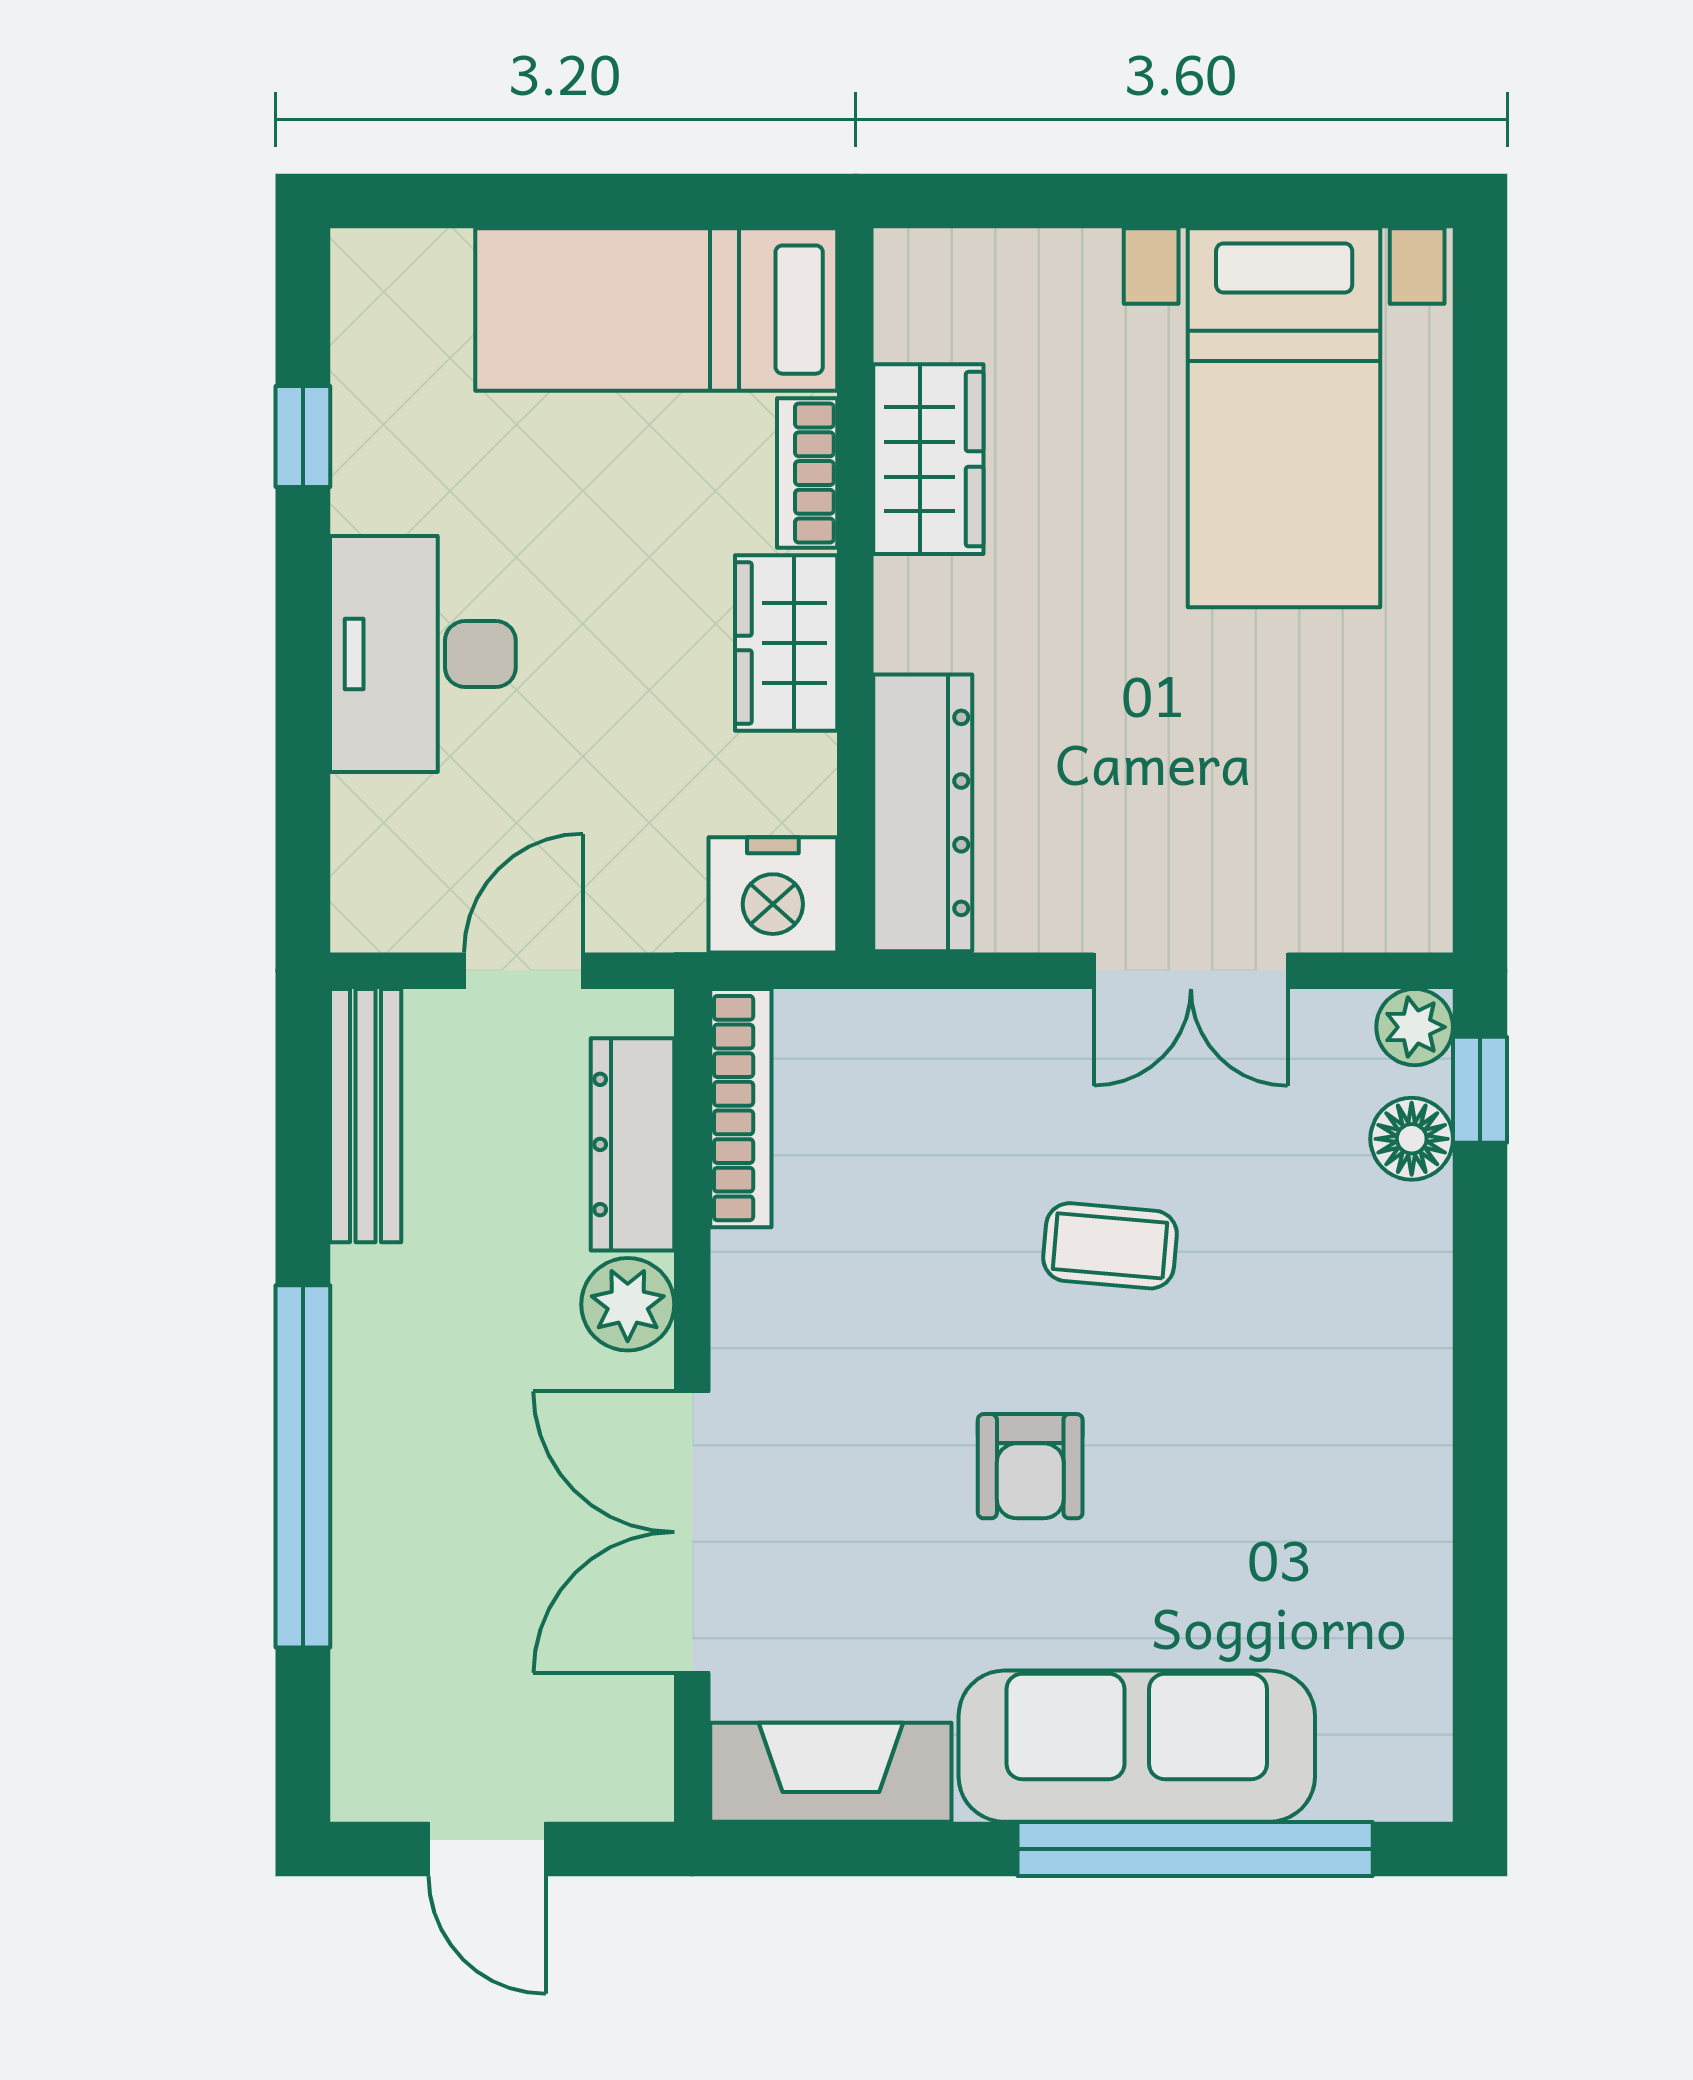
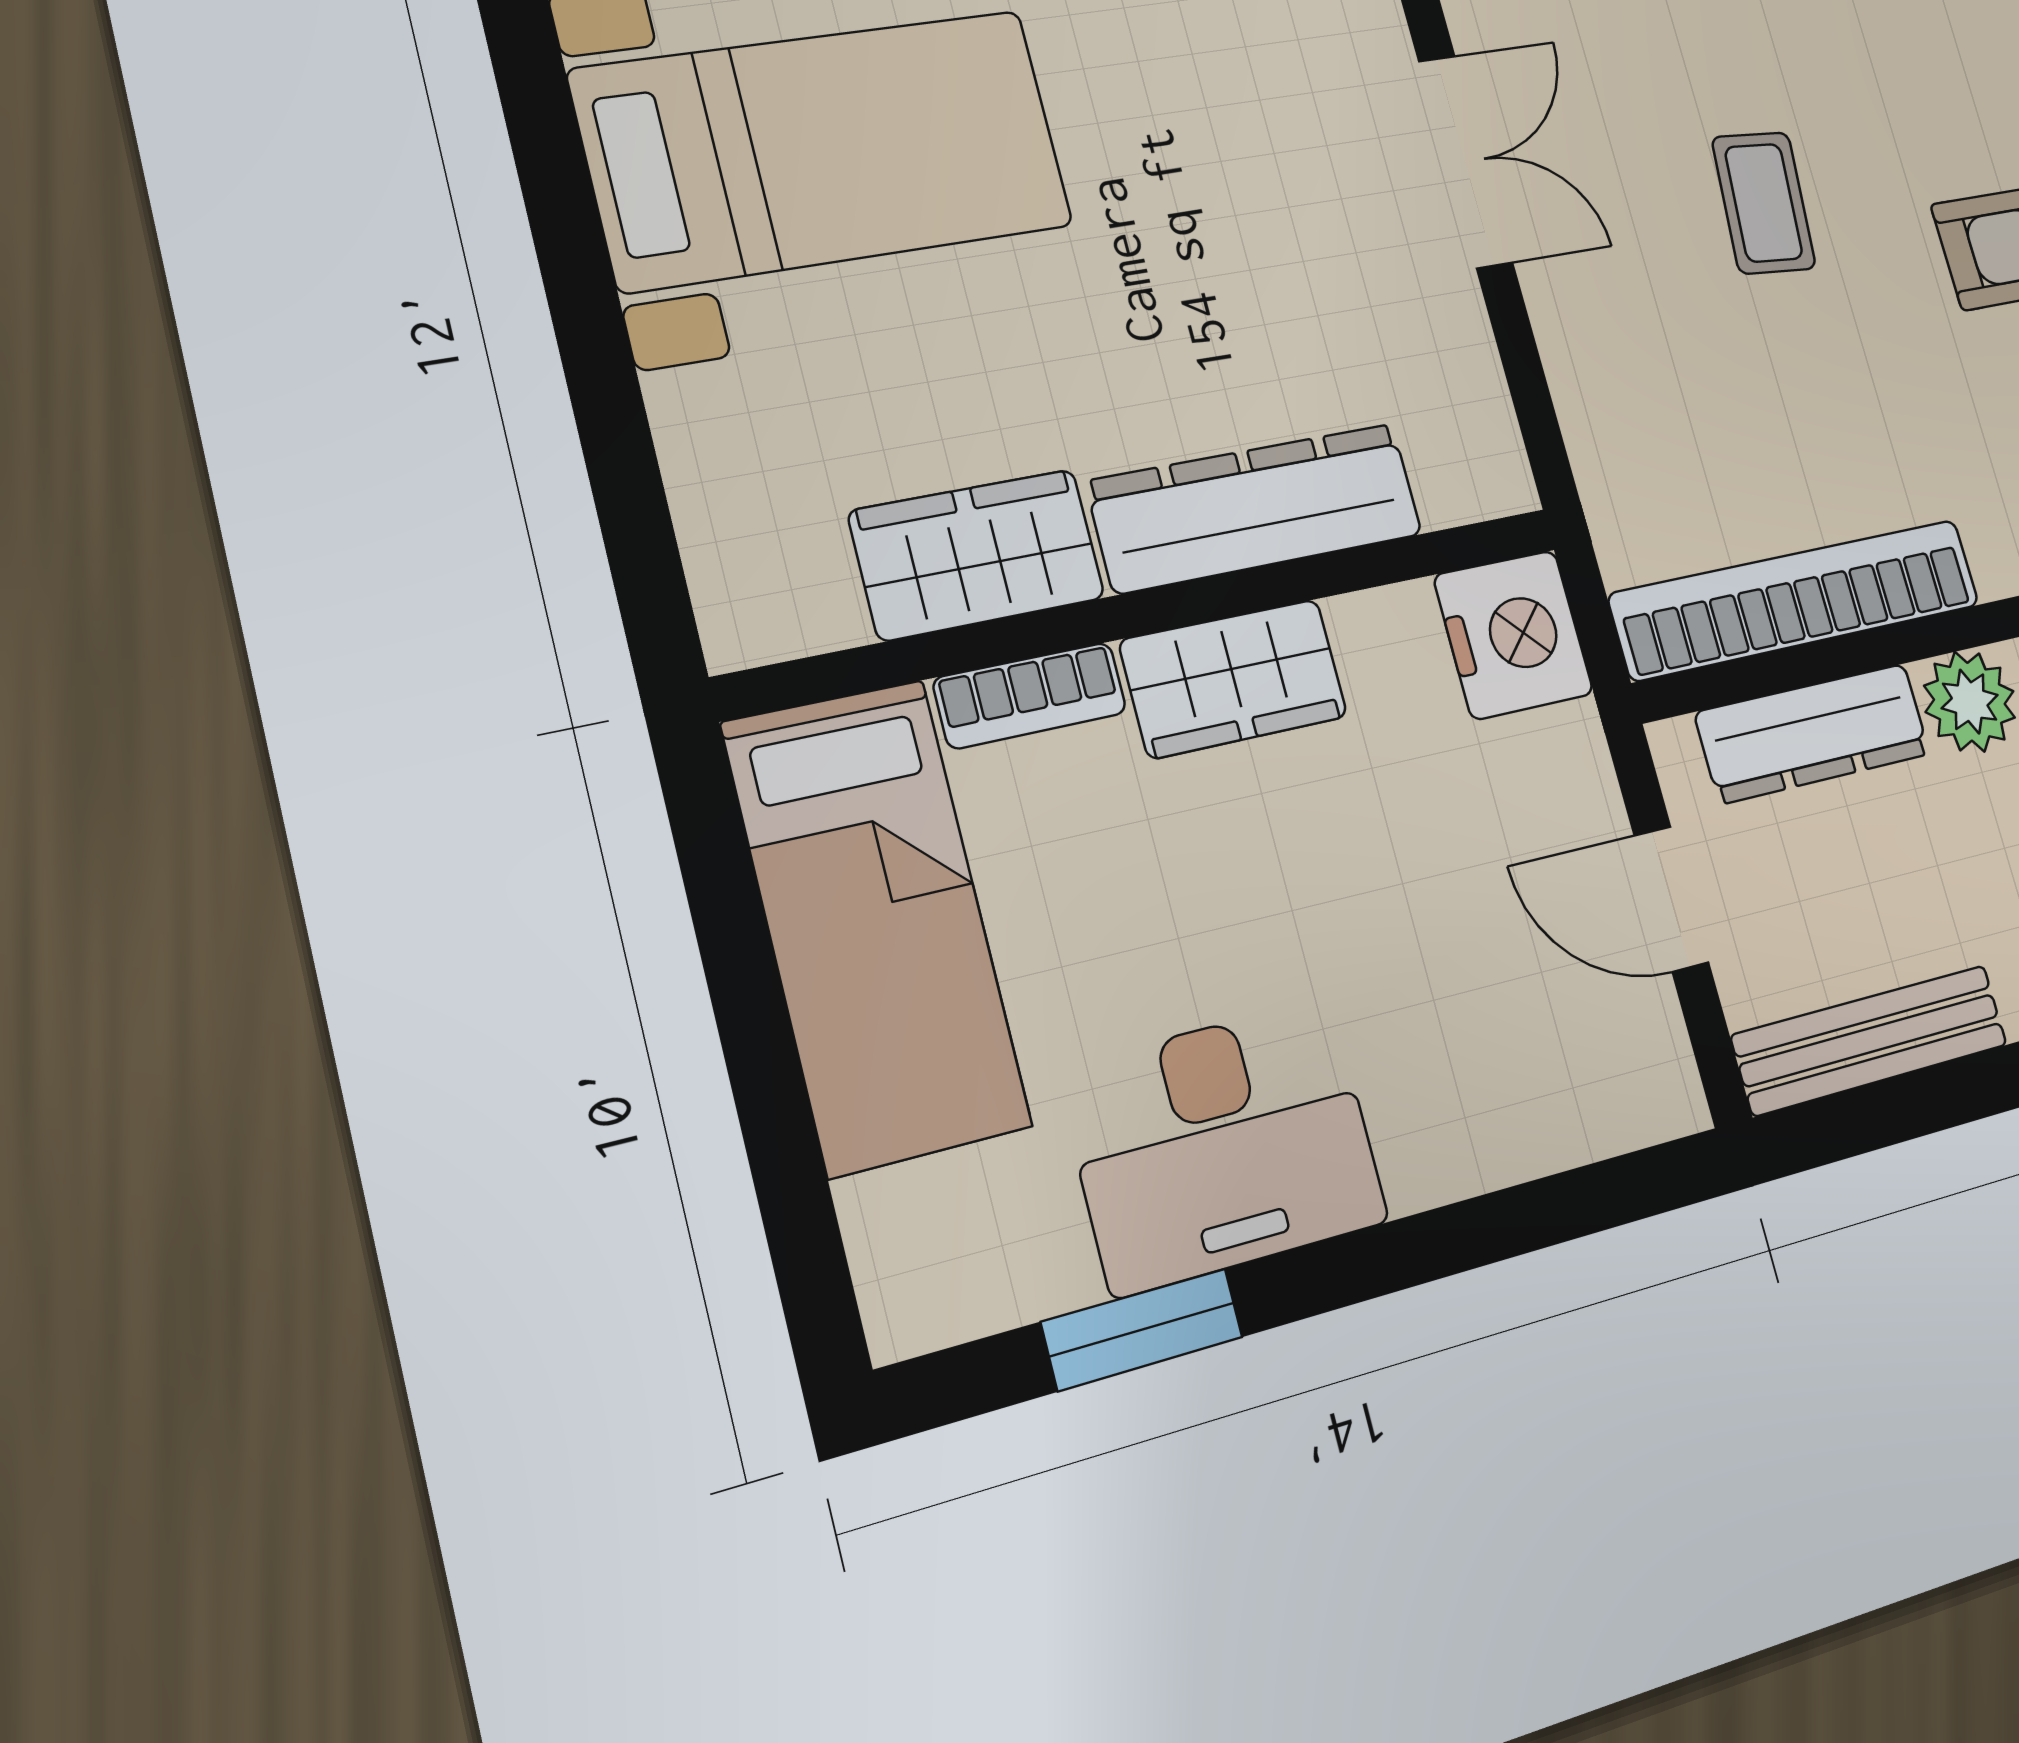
window: (303, 437) -> (1142, 1330), width x1.50
desk: (423, 654) -> (1223, 1145), moved
dresser: (923, 813) -> (1256, 508), moved
bookcase: (741, 1108) -> (1796, 599), width x1.48, depth x1.31

